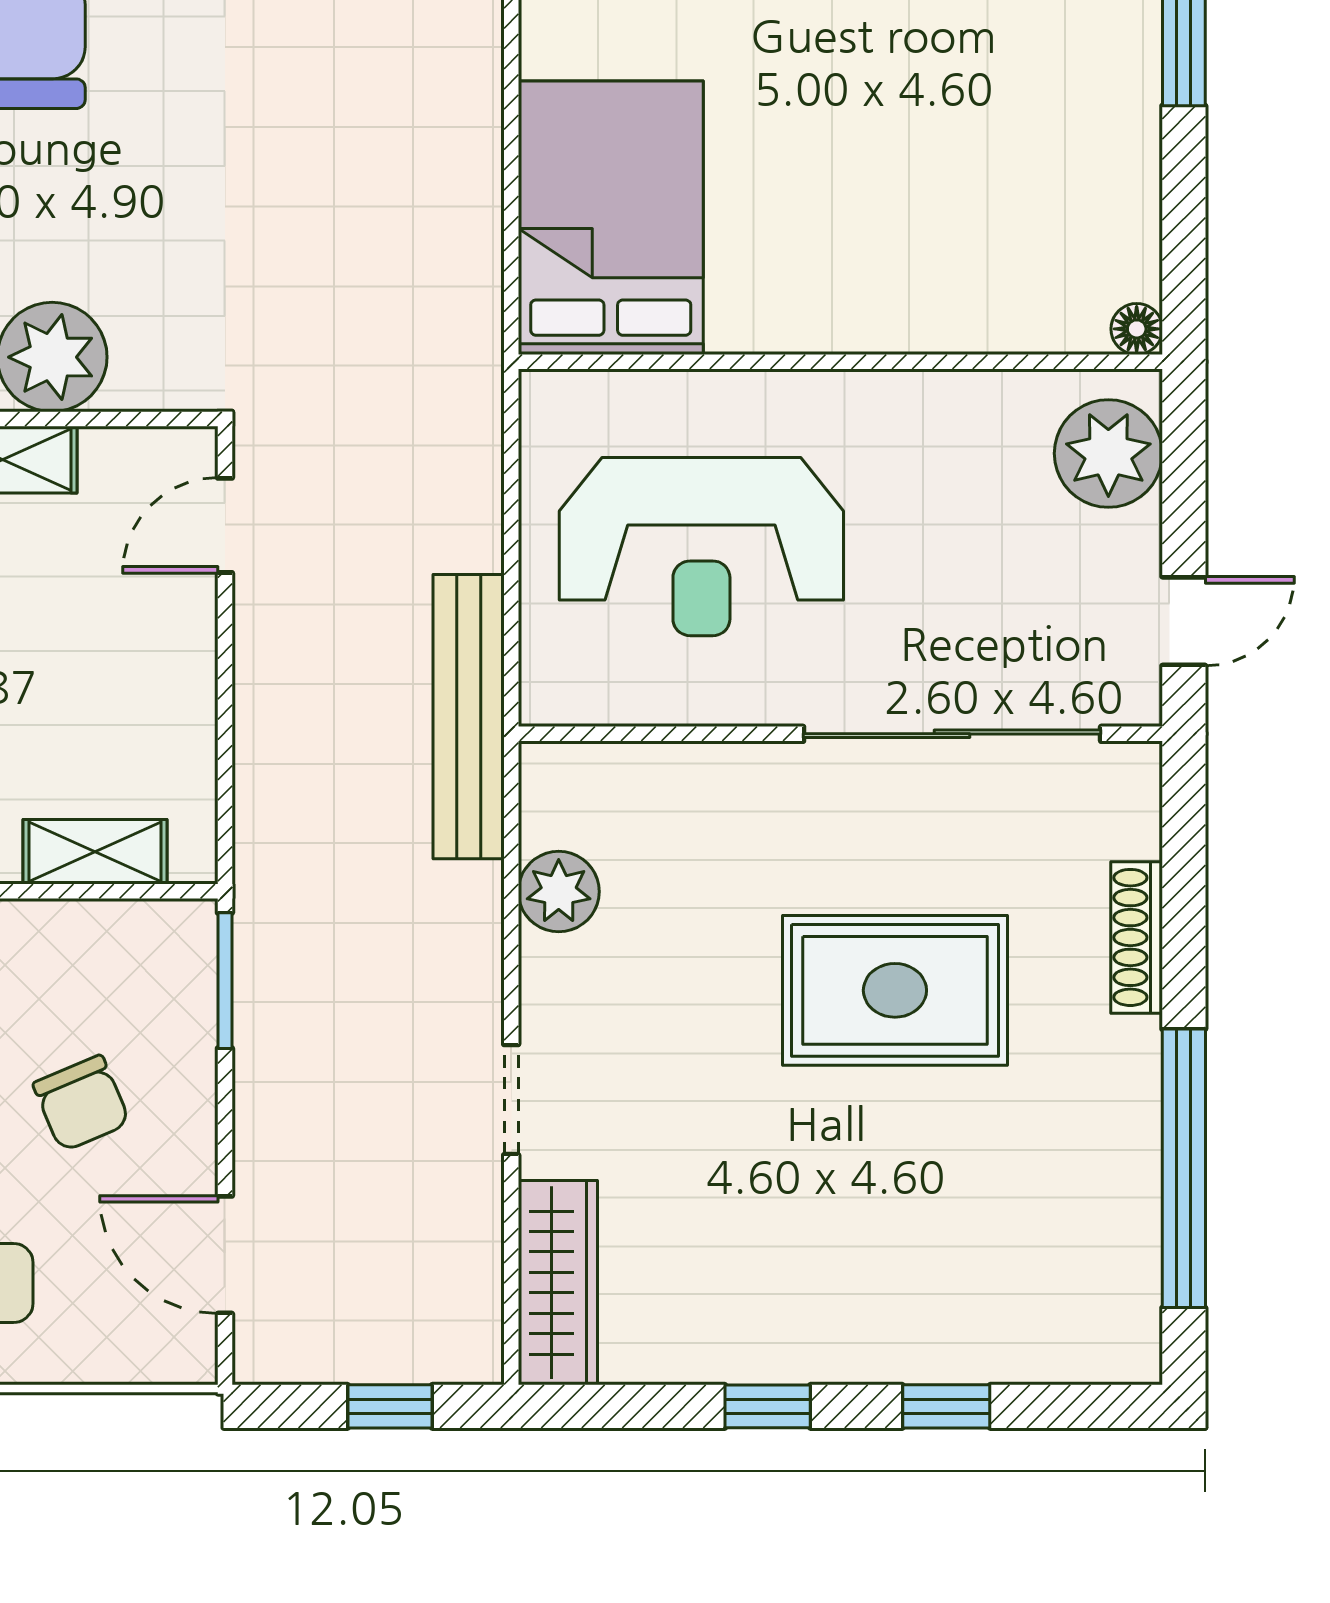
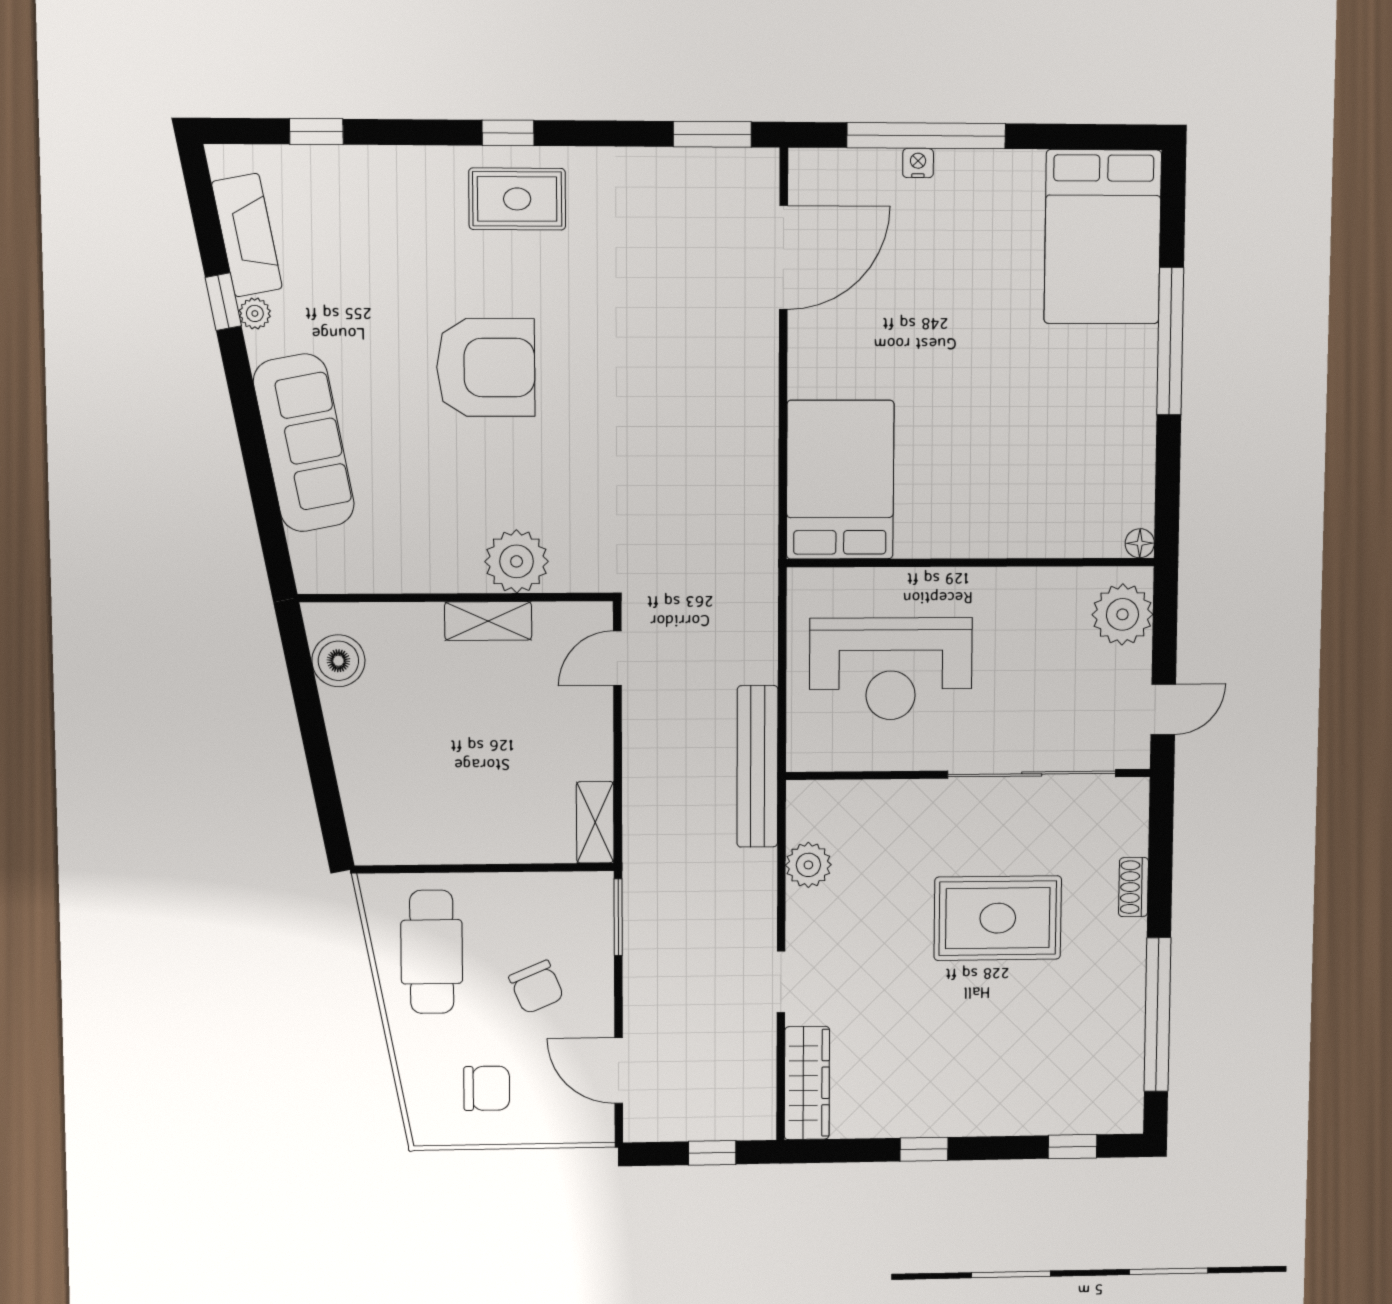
shelving: (95, 852) -> (595, 822), moved, turned 90
shoe rack: (1137, 937) -> (1133, 887), width x0.70
window: (946, 1406) -> (1073, 1147), moved

